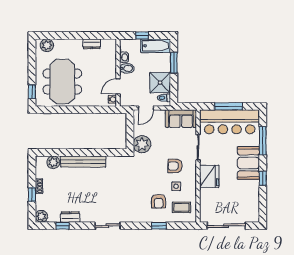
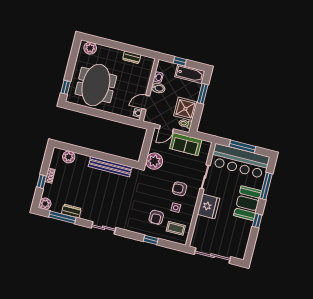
sofa: (181, 119) -> (186, 144), moved
bench: (83, 162) -> (110, 167), moved
window: (63, 226) -> (62, 217), width x2.17

